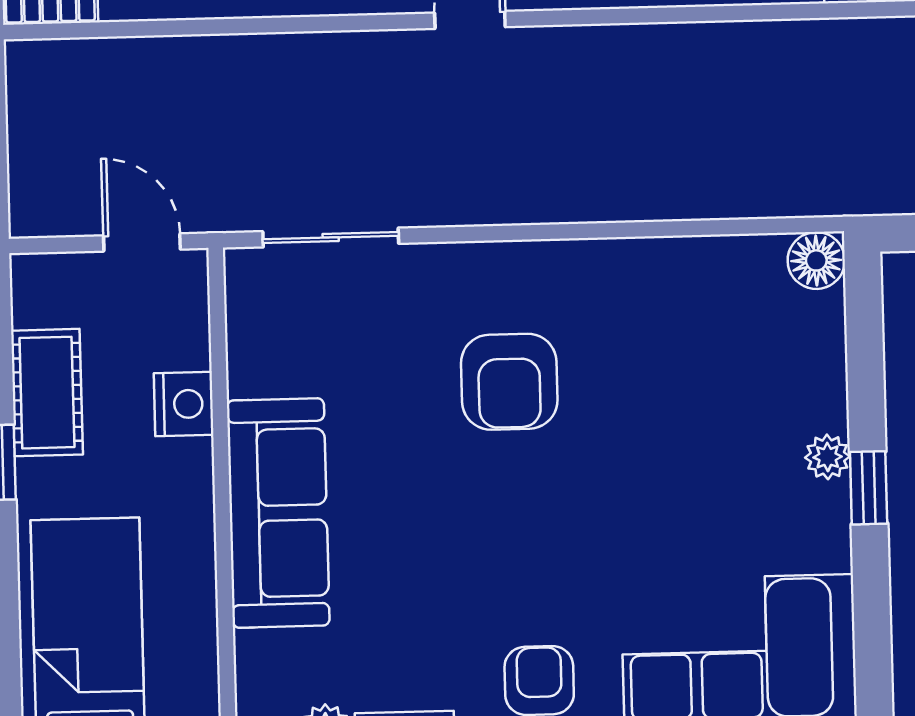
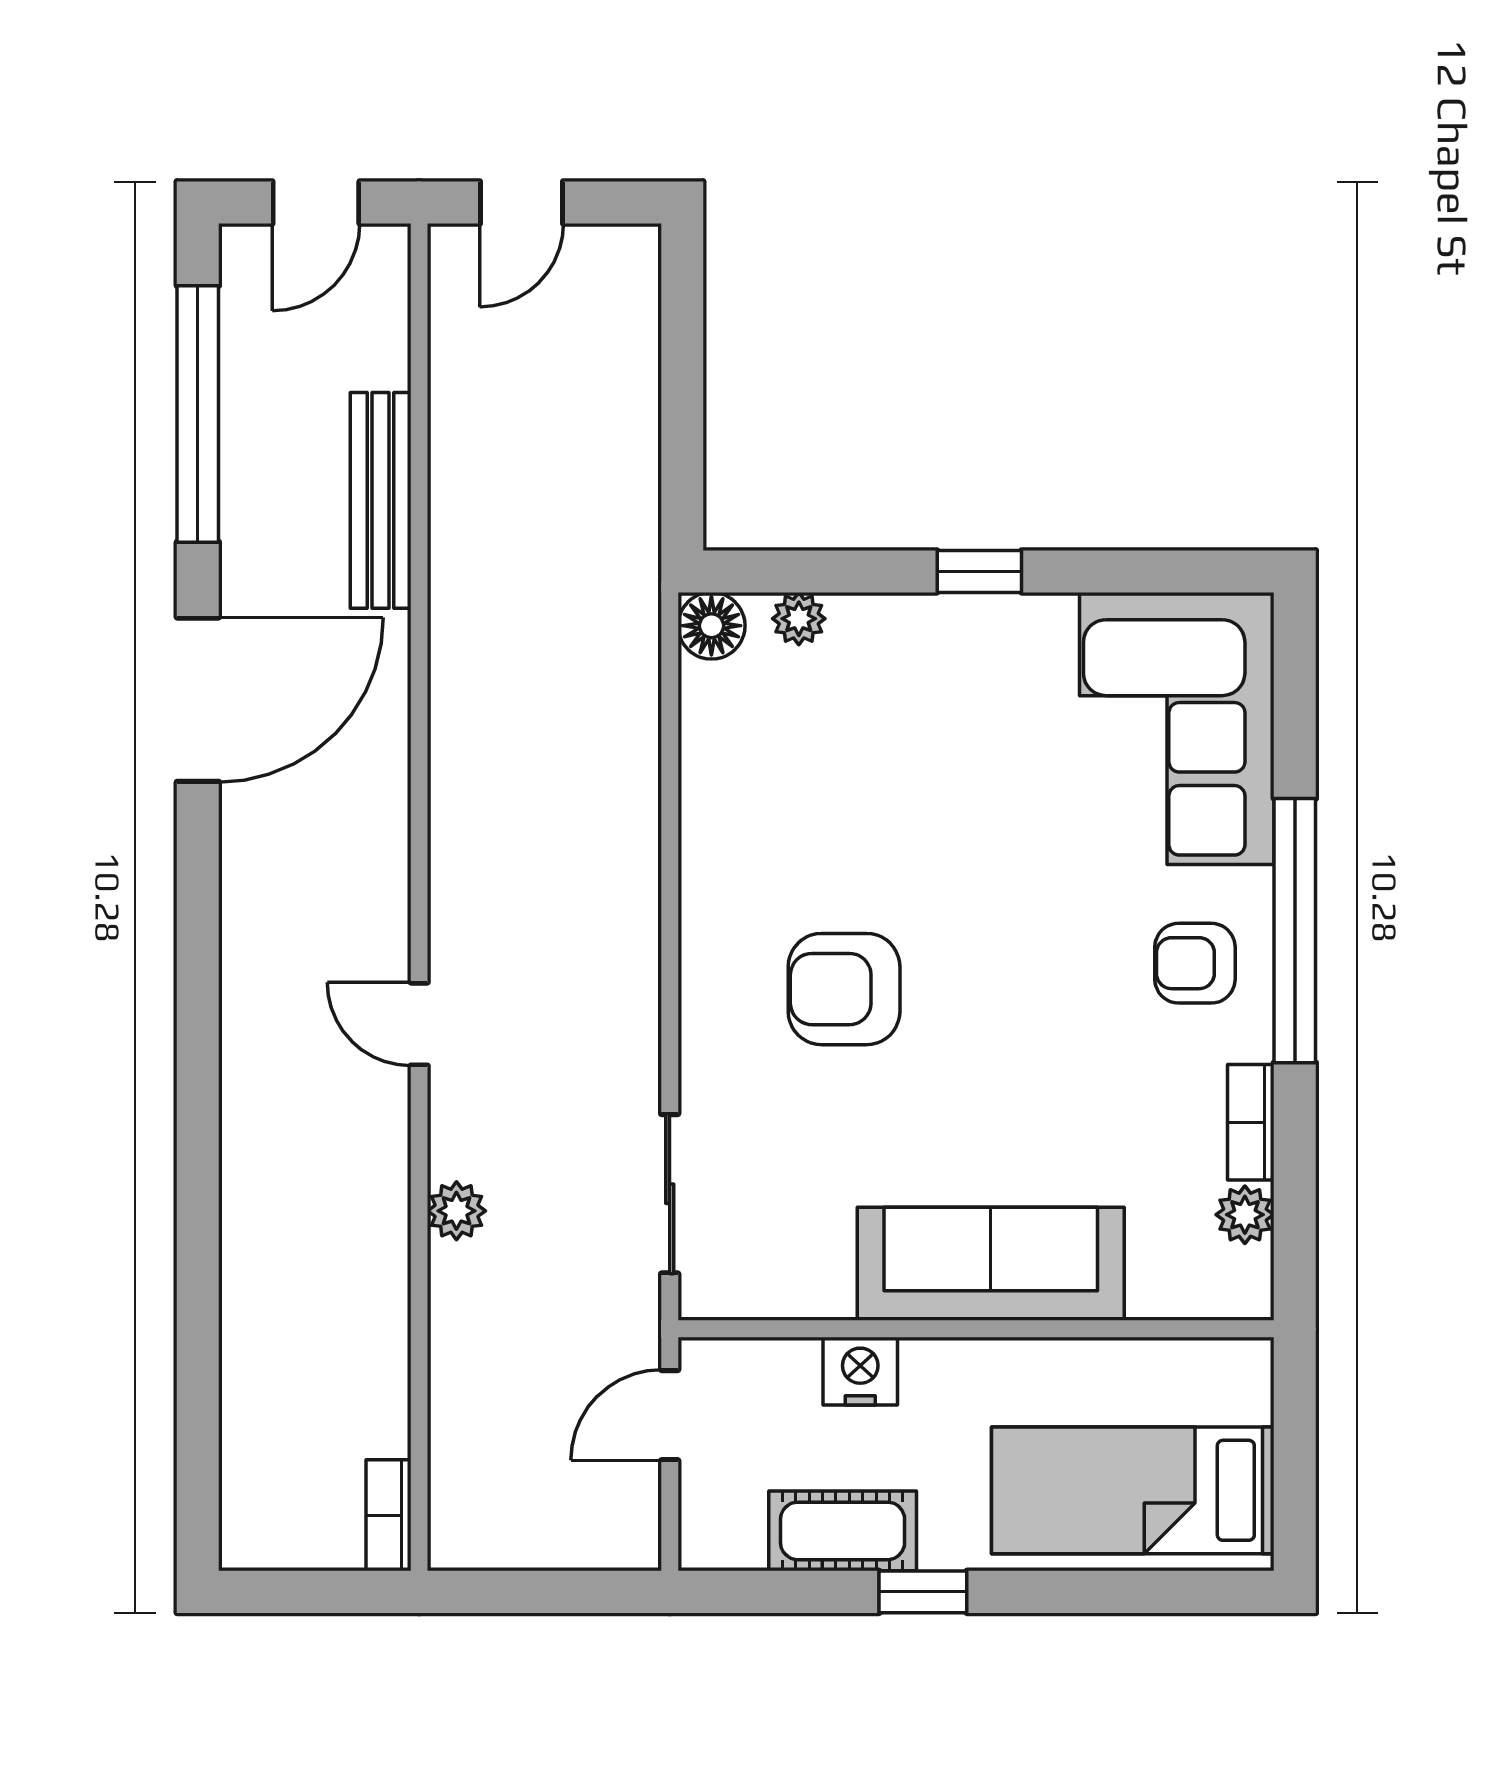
plant: (311, 56) -> (456, 1211), added
armchair: (509, 382) -> (844, 989), turned 180
plant: (827, 457) -> (799, 619), moved

